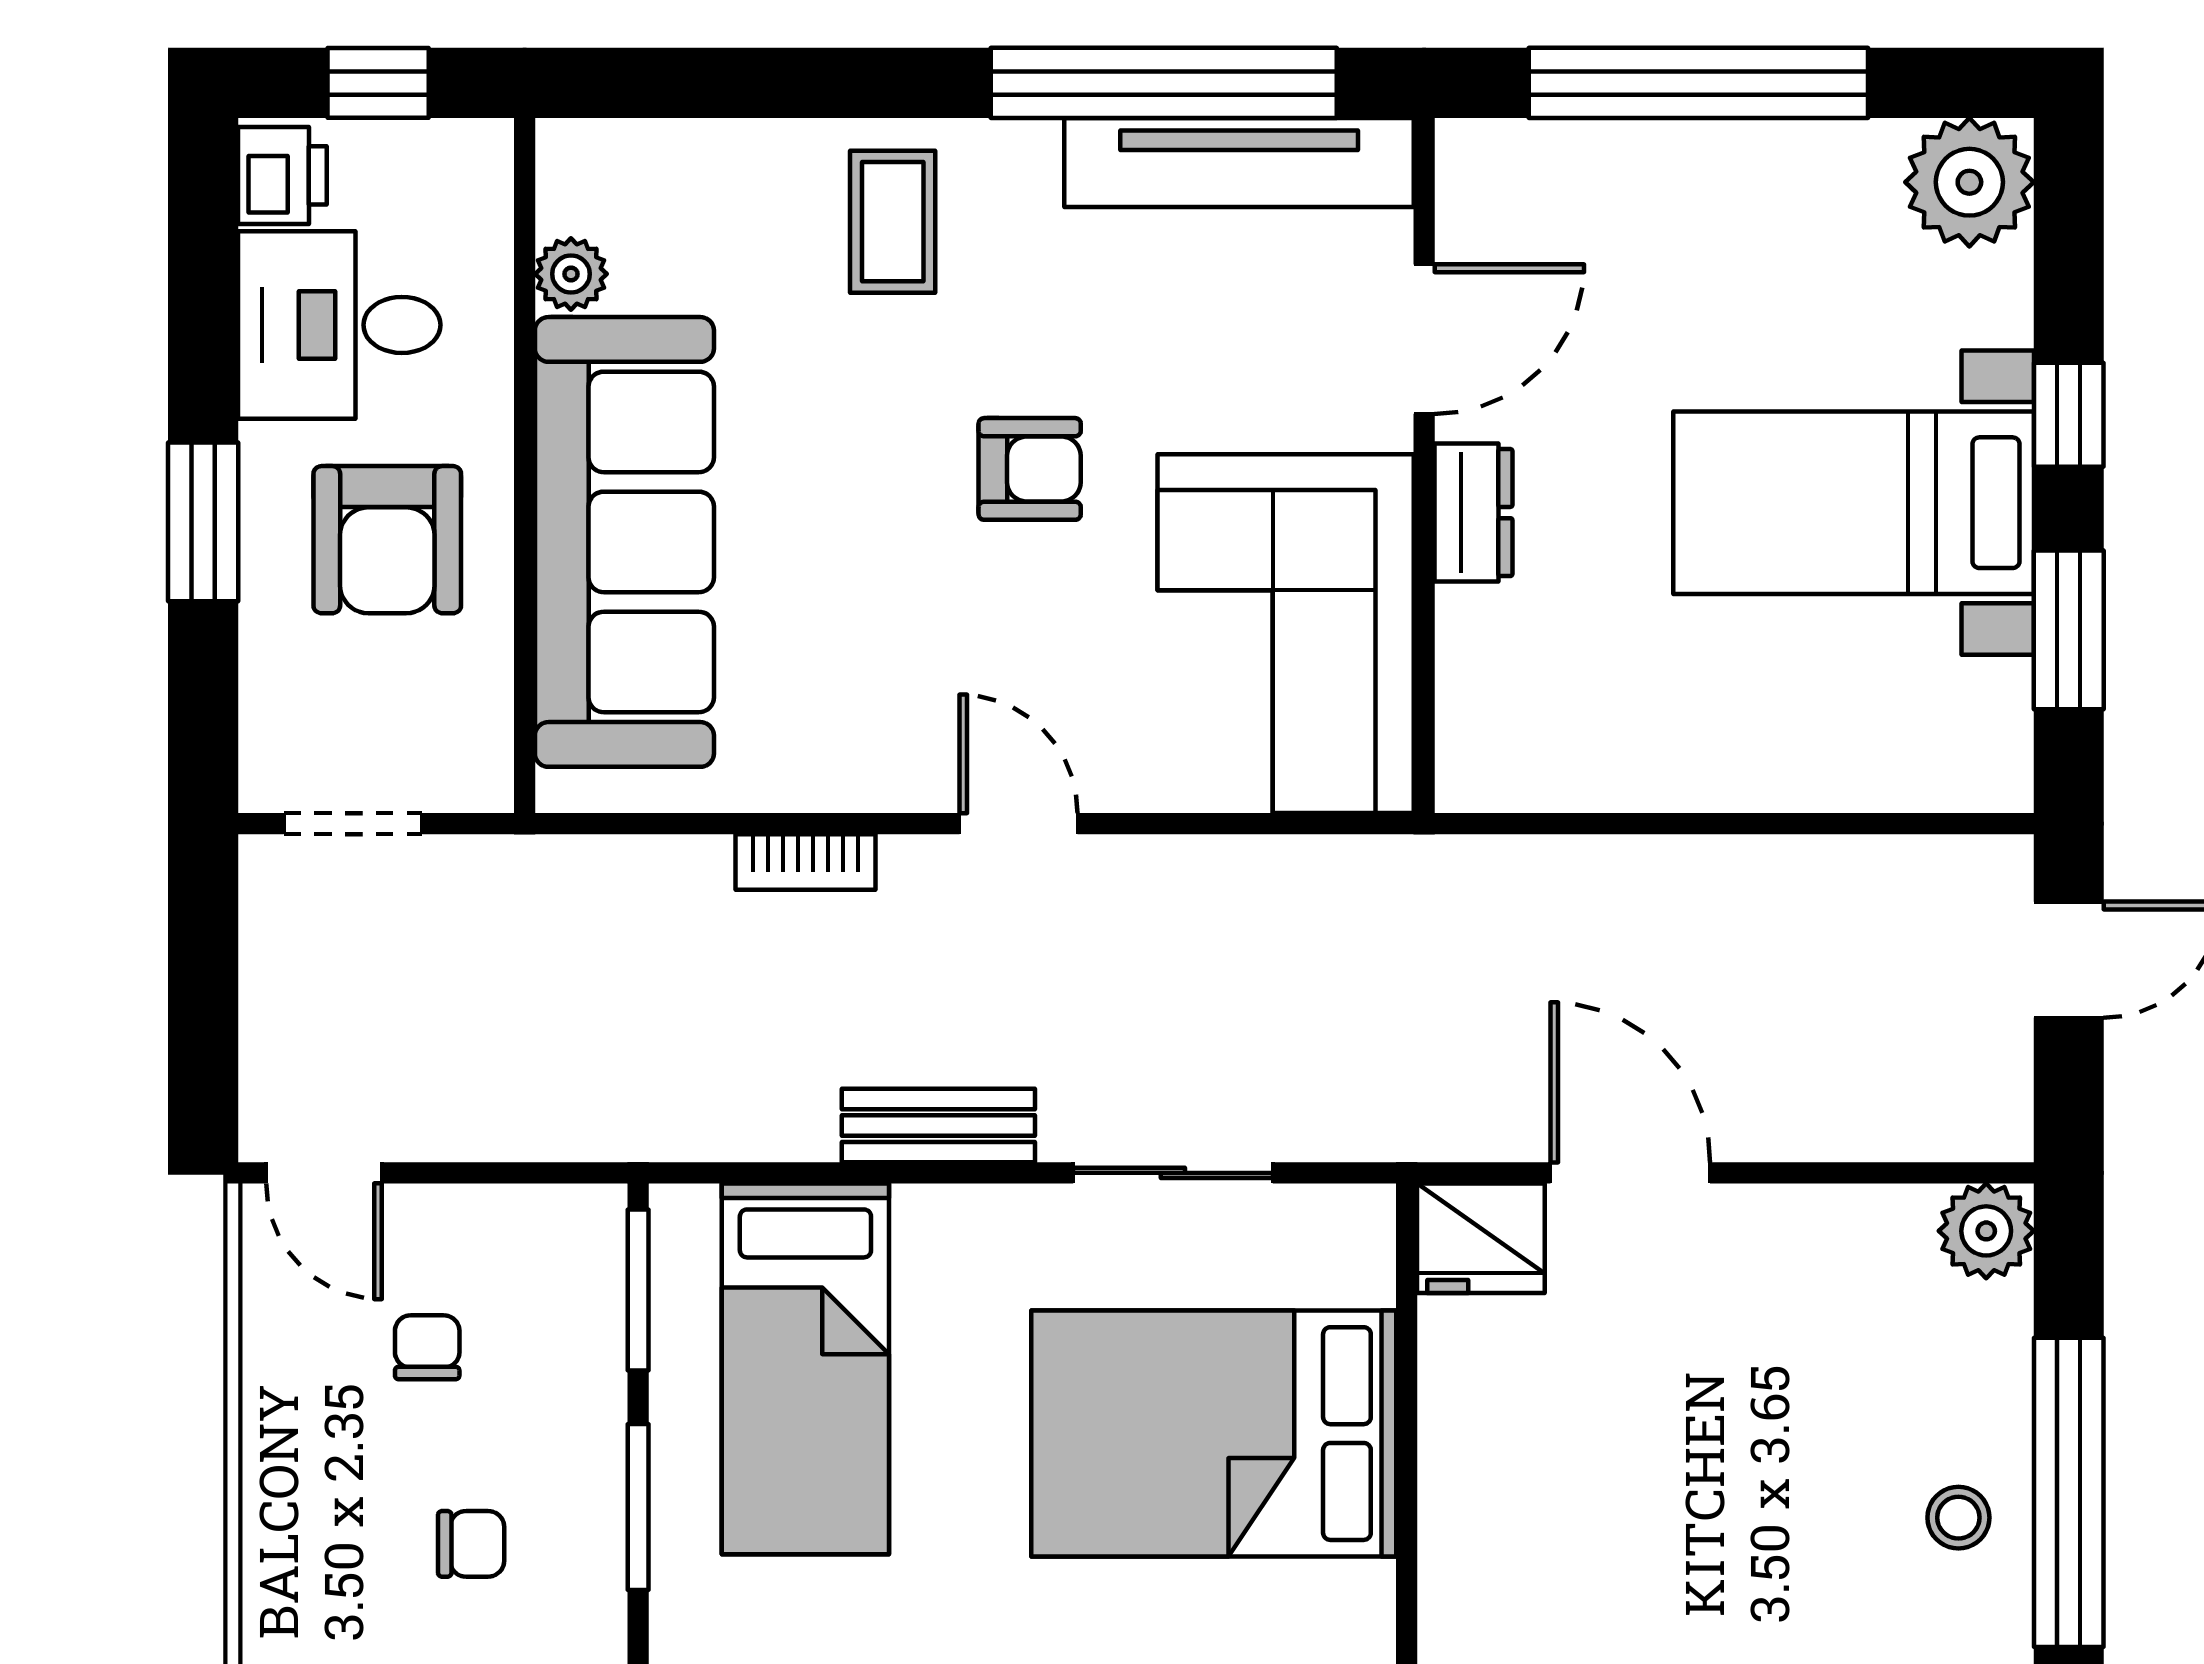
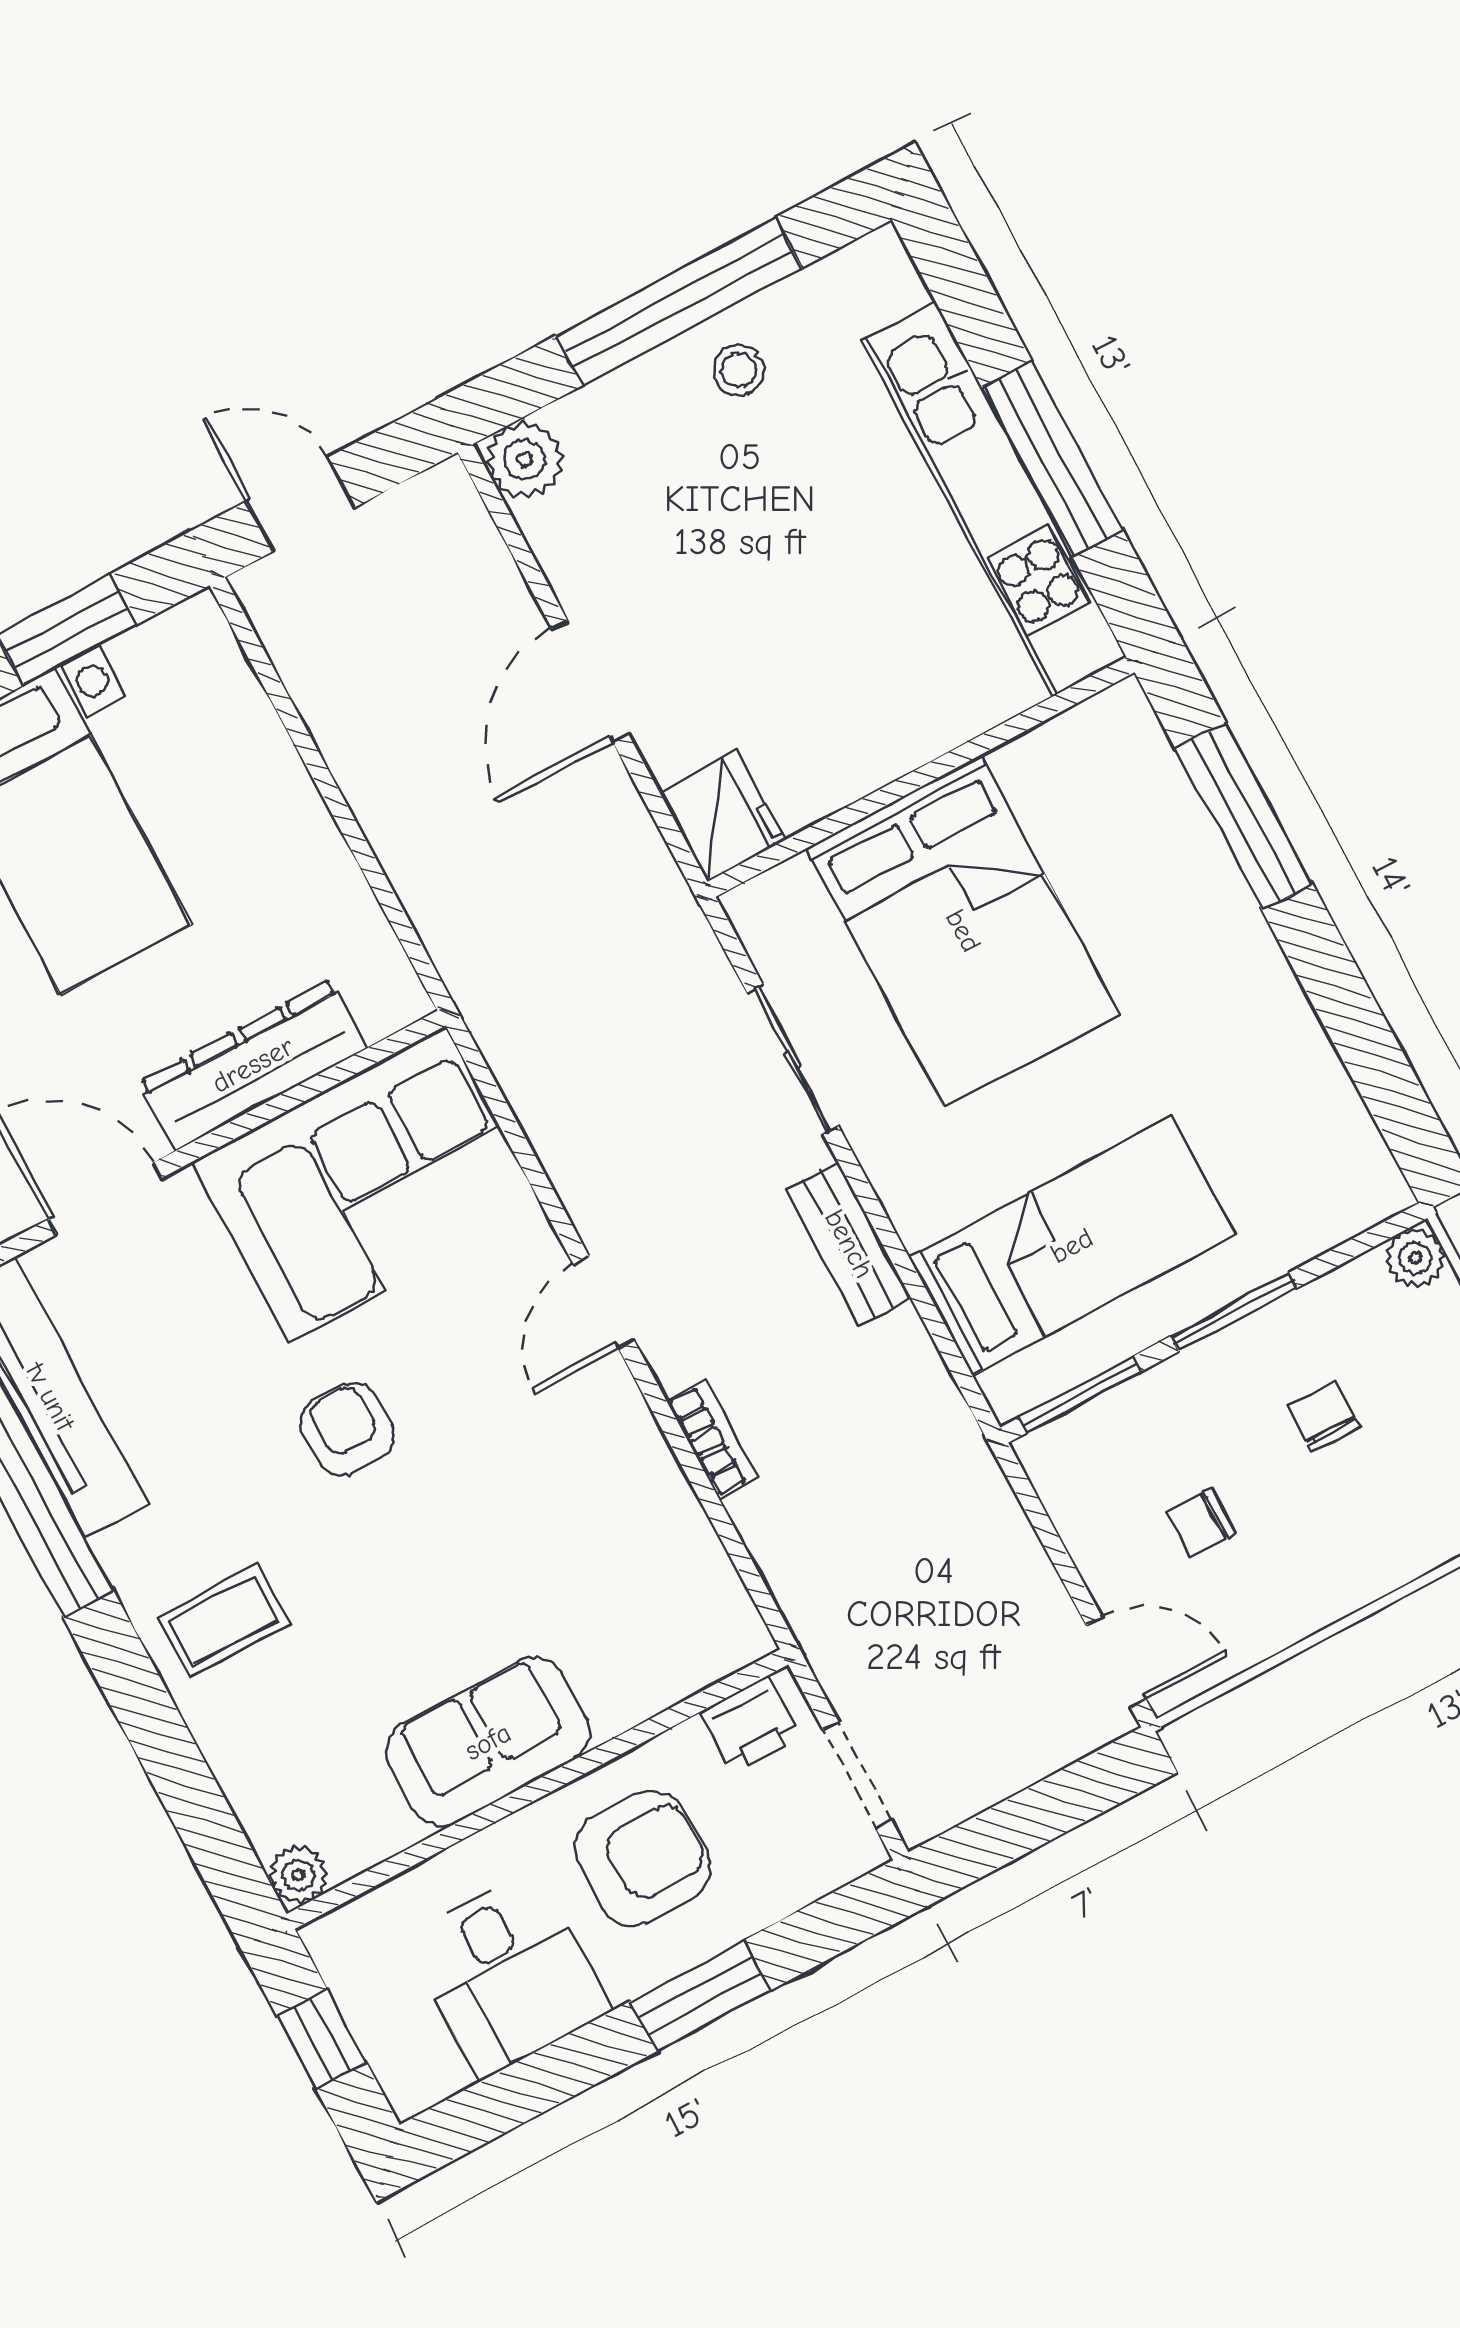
printer: (282, 175) -> (751, 1725), moved, turned 180
plant: (571, 274) -> (298, 1875), moved
dresser: (1474, 513) -> (253, 1065), width x1.96, depth x1.24
sofa: (624, 542) -> (488, 1742), width x0.54, depth x0.79
door: (324, 1173) -> (1116, 1662), hinge flipped
door: (1630, 1173) -> (590, 681), moved

